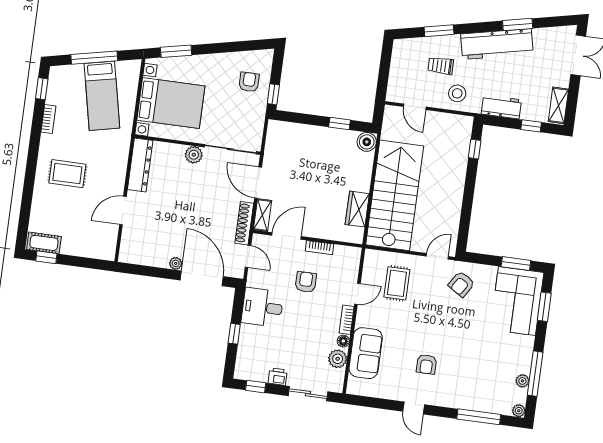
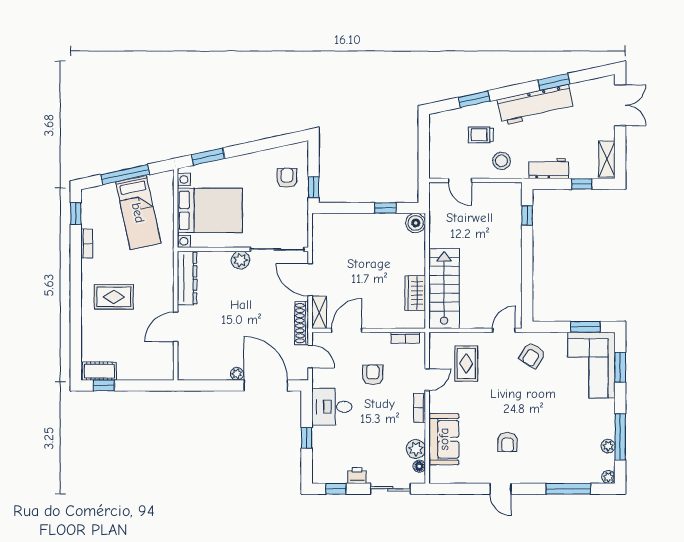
stairs: (395, 195) -> (444, 288), width x0.73, depth x0.66
bookcase: (320, 248) -> (405, 338), moved
floor lamp: (343, 341) -> (419, 466), moved

